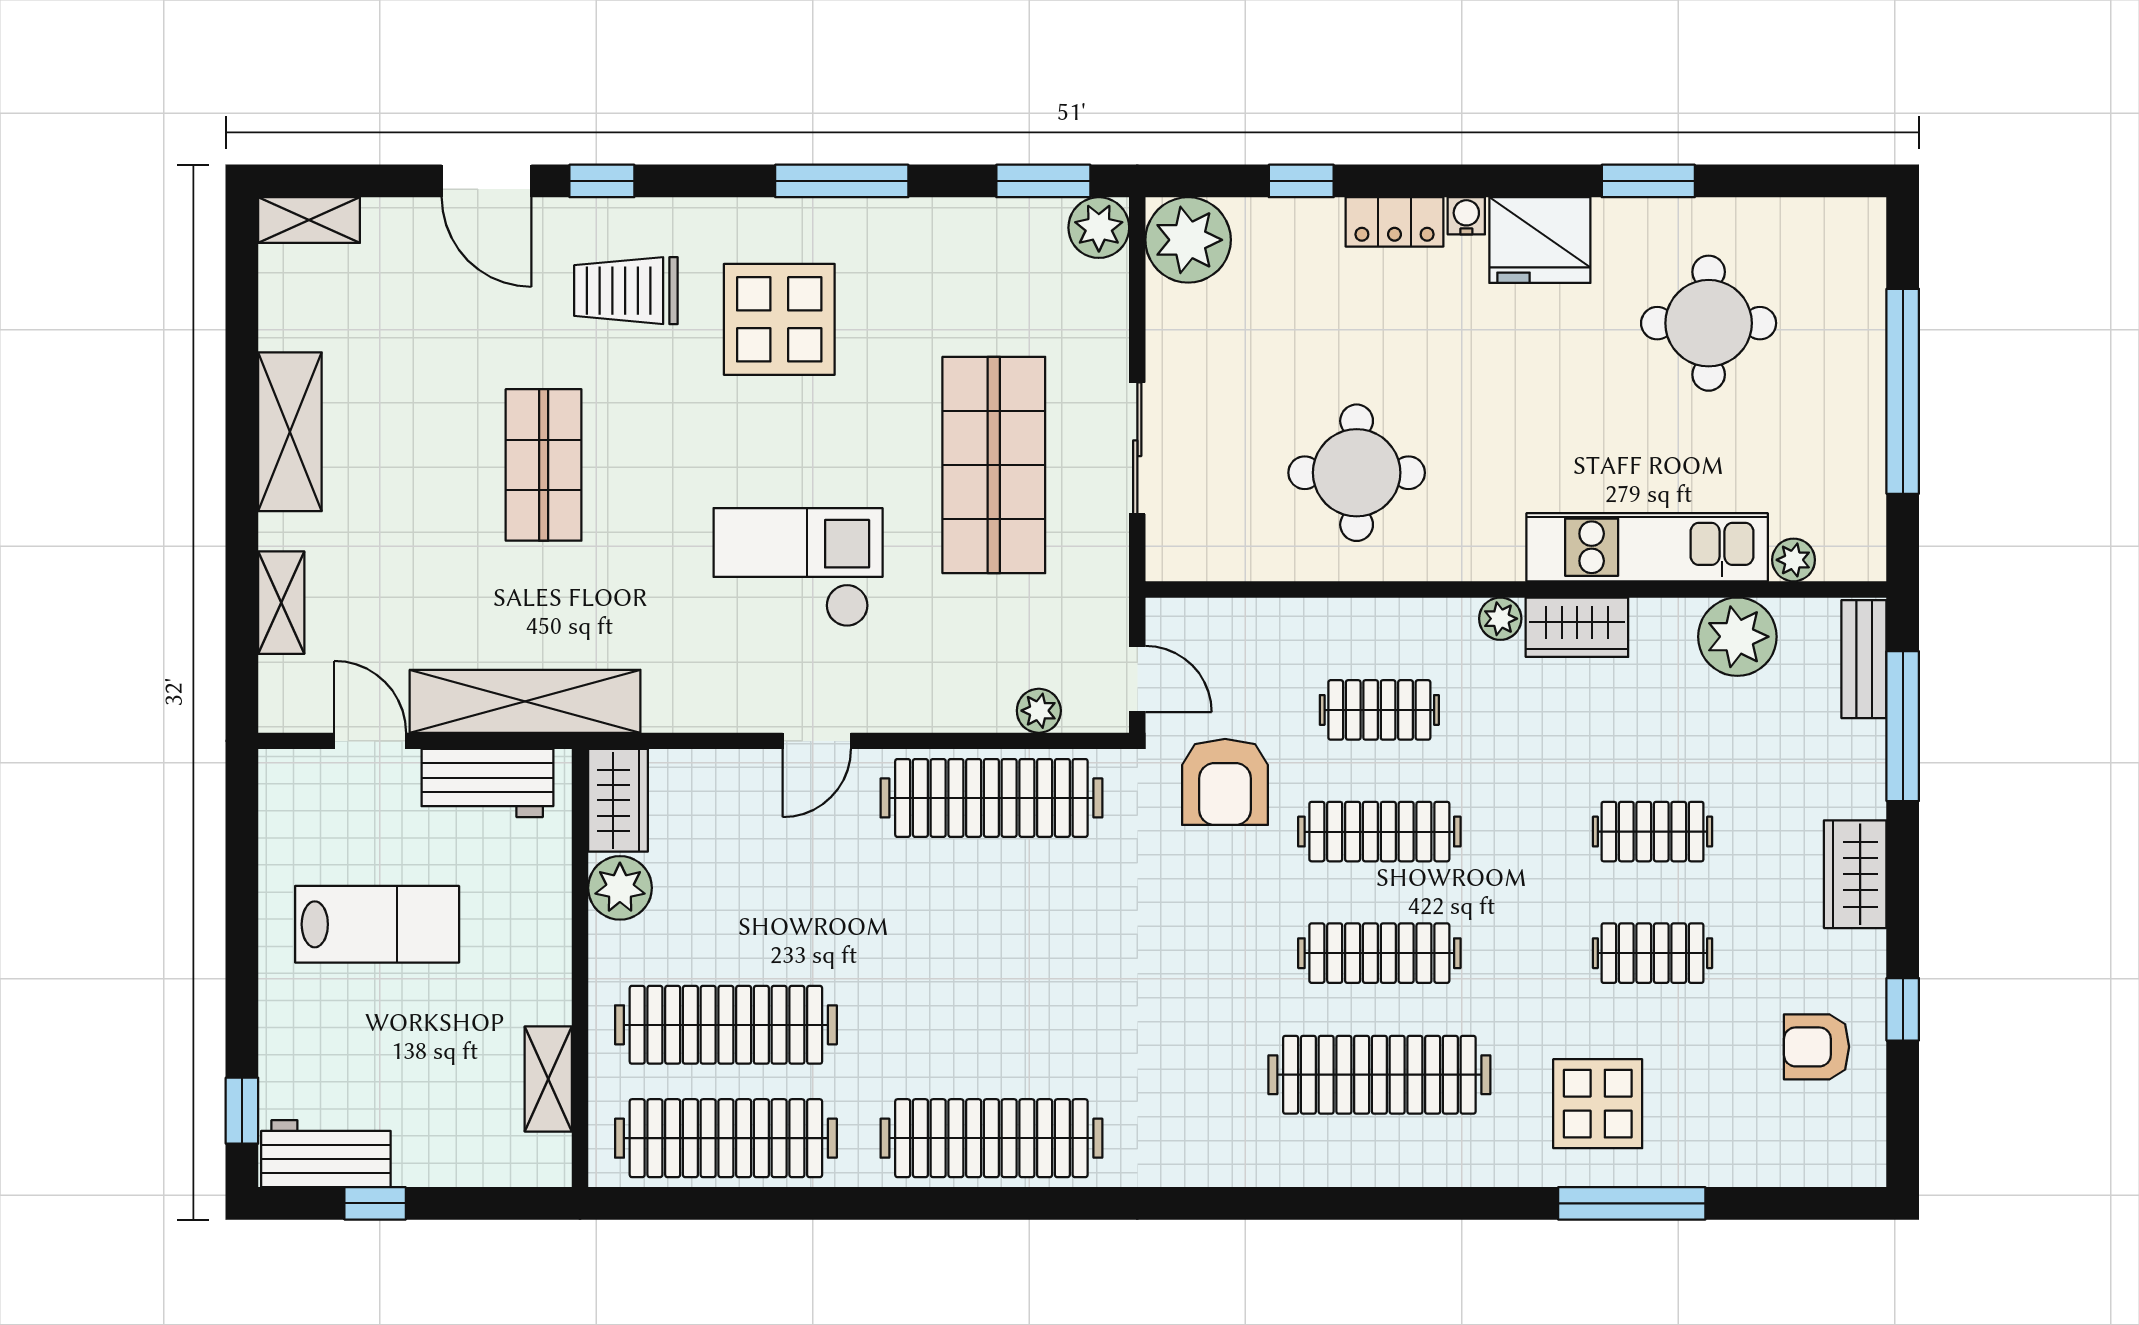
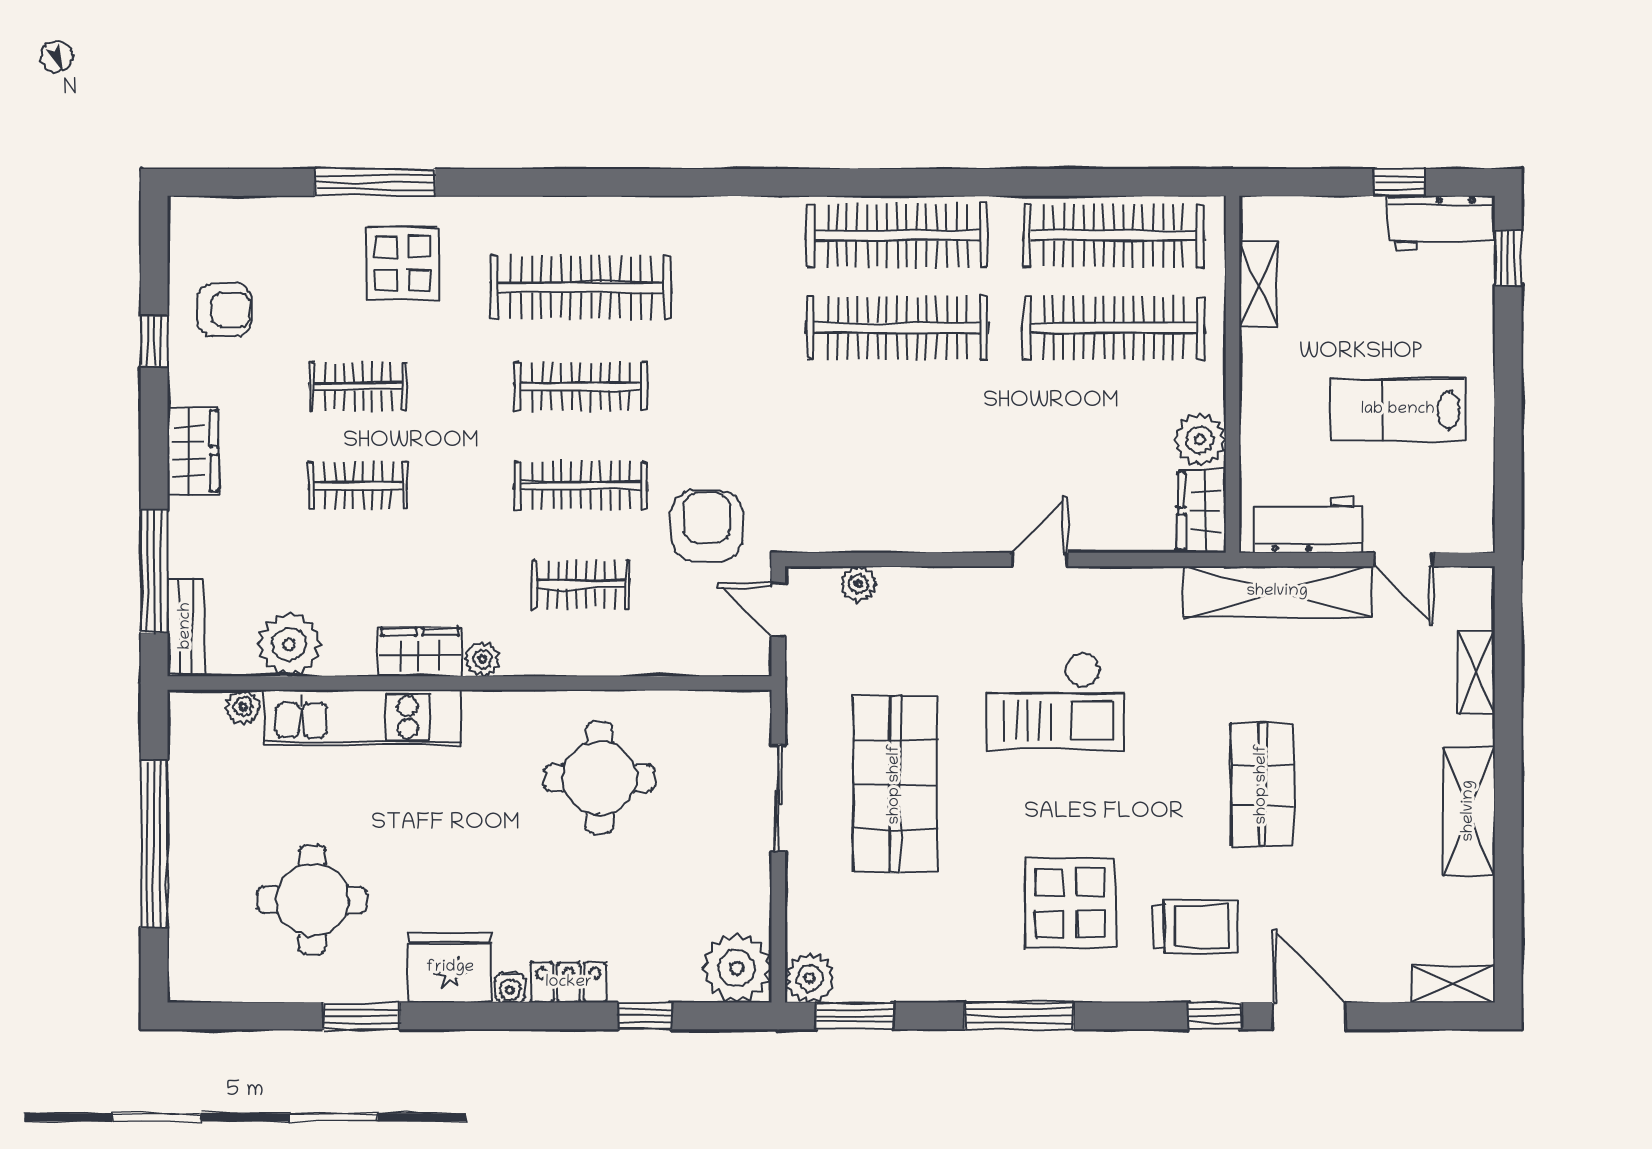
clothes rail: (991, 798) -> (897, 328), moved

